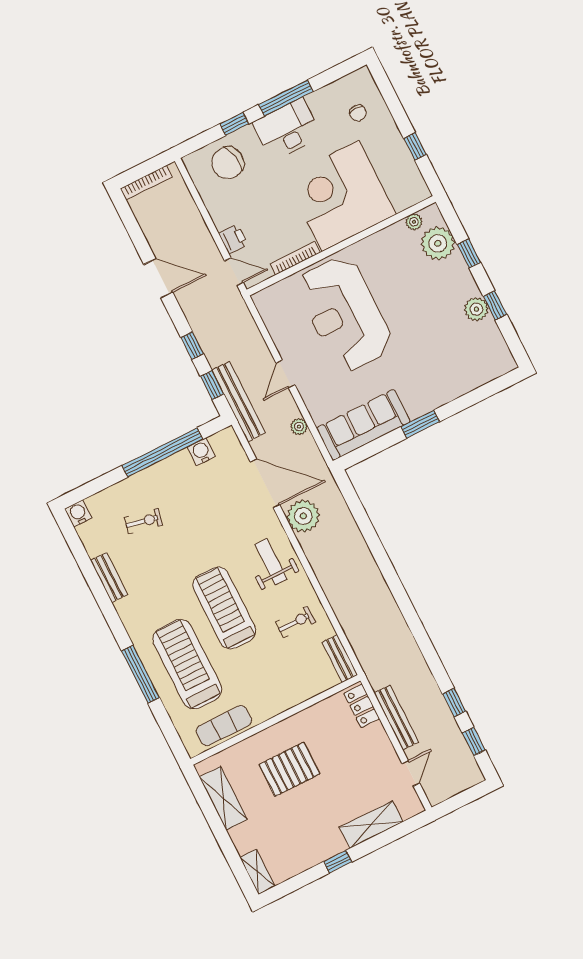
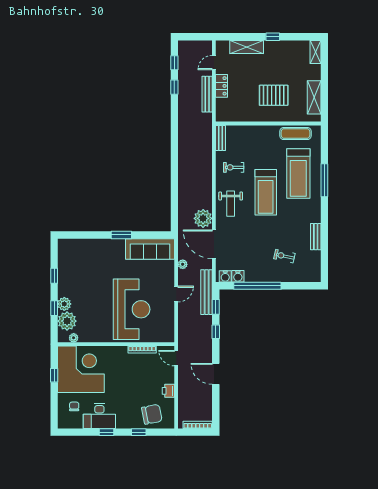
window: (286, 98) -> (106, 432), width x0.46
desk: (287, 129) -> (99, 416), moved
corner desk: (341, 196) -> (81, 369), moved, turned -90
printer: (233, 239) -> (168, 391), moved
plant: (476, 309) -> (64, 304), moved
water cooler: (78, 513) -> (225, 276), moved
locker: (362, 706) -> (222, 86), moved

